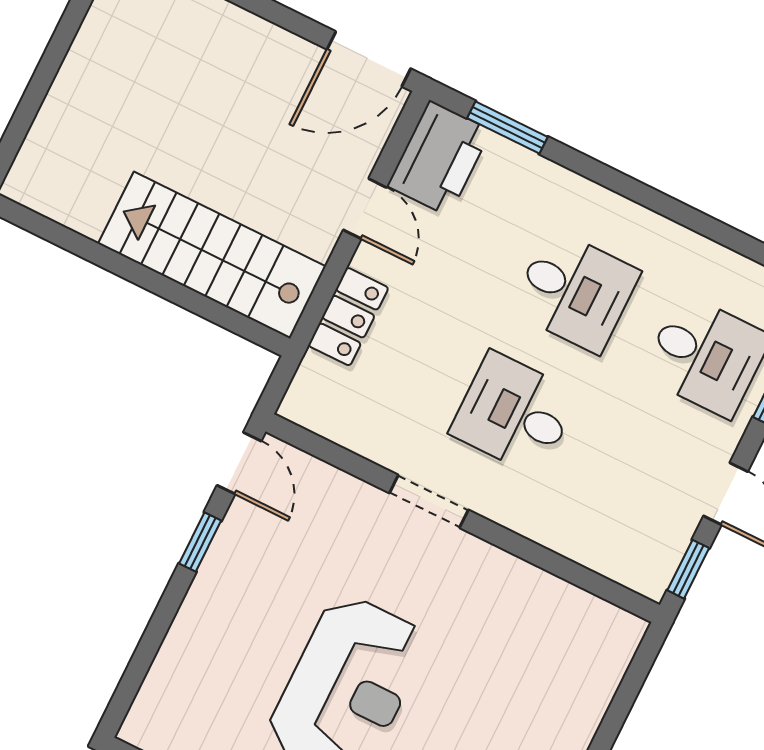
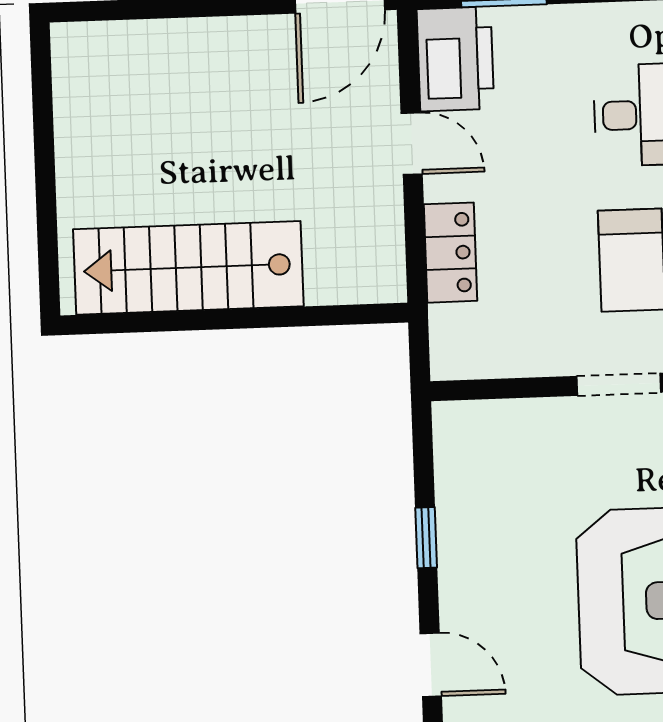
stairs: (212, 255) -> (188, 268), moved
door: (239, 463) -> (431, 665), moved

